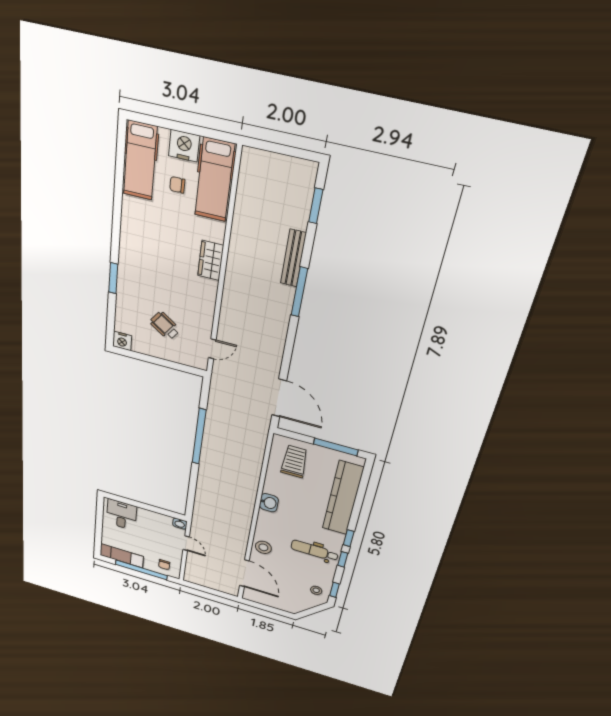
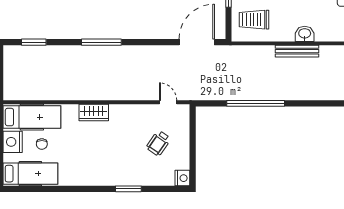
bench: (293, 258) -> (297, 51), moved

